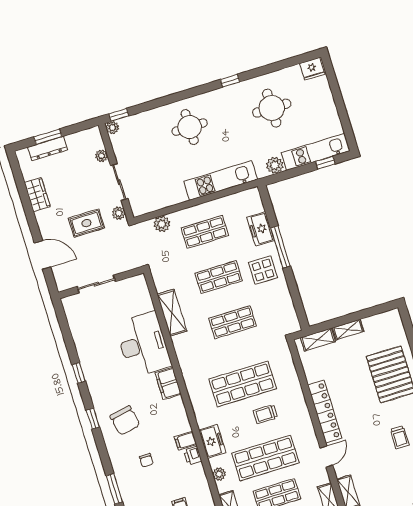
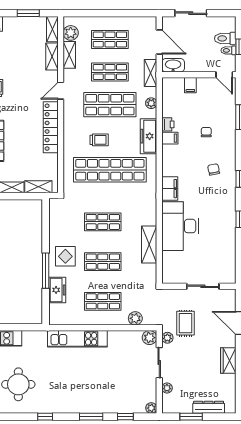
window: (178, 97) -> (91, 417), added
window: (119, 115) -> (125, 417), moved
round table: (190, 127) -> (89, 389), removed
window: (48, 137) -> (191, 417), moved
plant: (275, 165) -> (149, 338), moved
wardrobe: (37, 195) -> (228, 361), moved
rug: (86, 223) -> (186, 323), moved, turned 90
shop shelf: (243, 384) -> (110, 170), width x1.40
chair: (125, 420) -> (214, 169), width x0.54, depth x0.54
freezer: (212, 441) -> (148, 136), width x1.40

